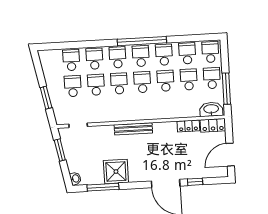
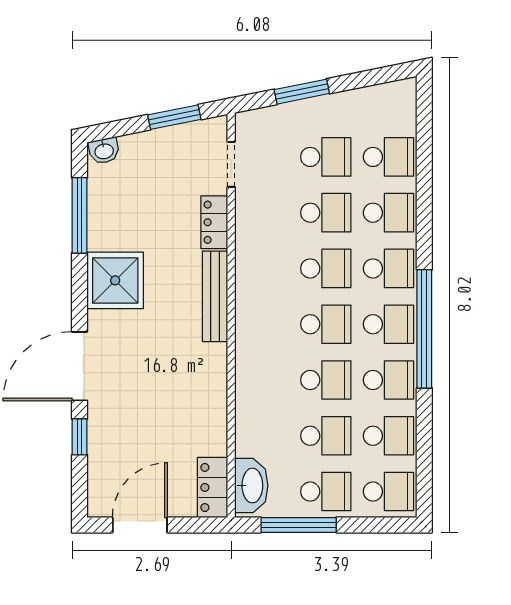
locker: (188, 126) -> (214, 222), moved
door: (230, 155) -> (140, 525), hinge flipped
shower: (116, 172) -> (115, 280), moved

